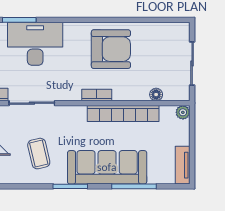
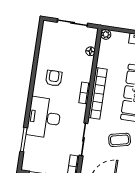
desk: (35, 44) -> (44, 118), moved
armchair: (111, 49) -> (54, 78), width x0.53, depth x0.53
bookcase: (123, 113) -> (98, 93), moved

